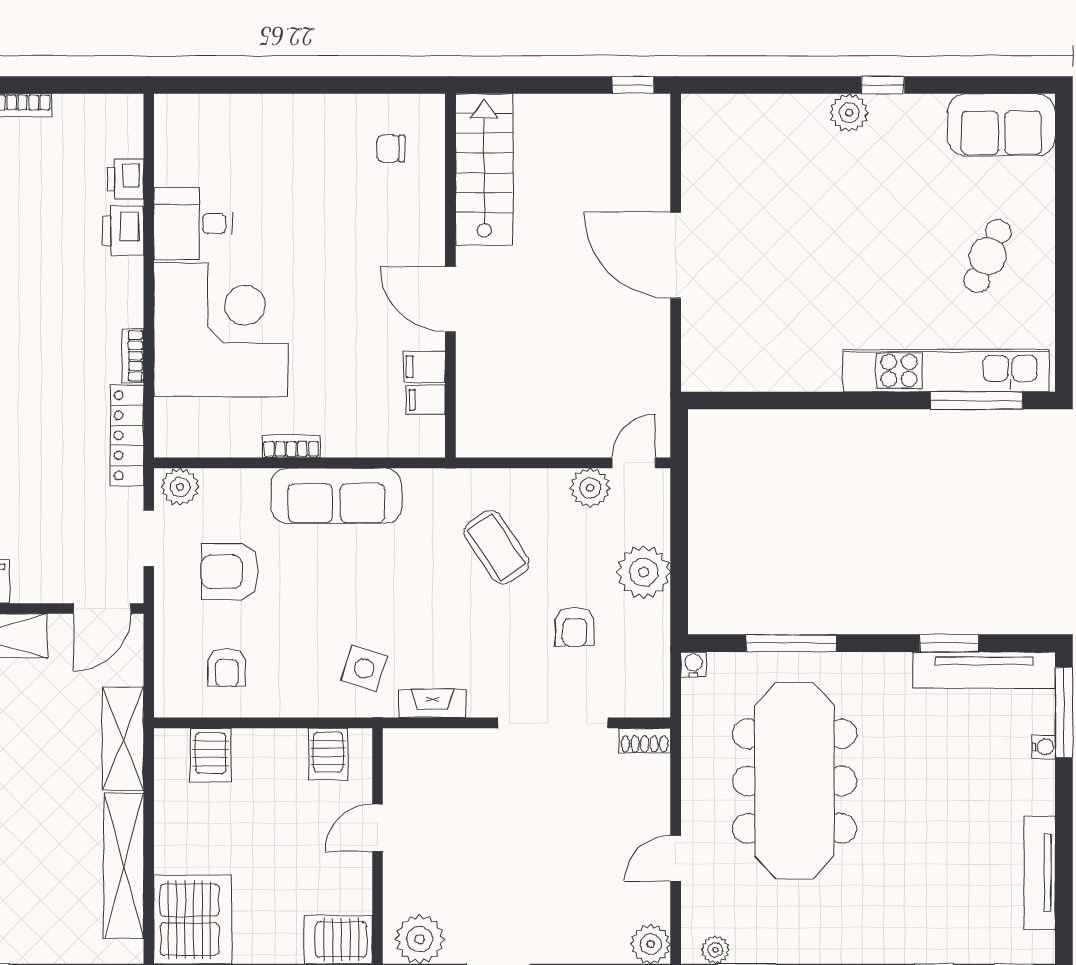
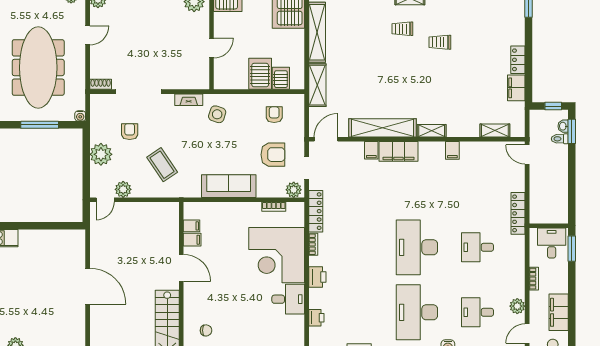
printer: (123, 231) -> (317, 277), moved
bookcase: (291, 446) -> (274, 207), moved
server rack: (328, 754) -> (260, 74), moved, width x1.36, depth x1.44

